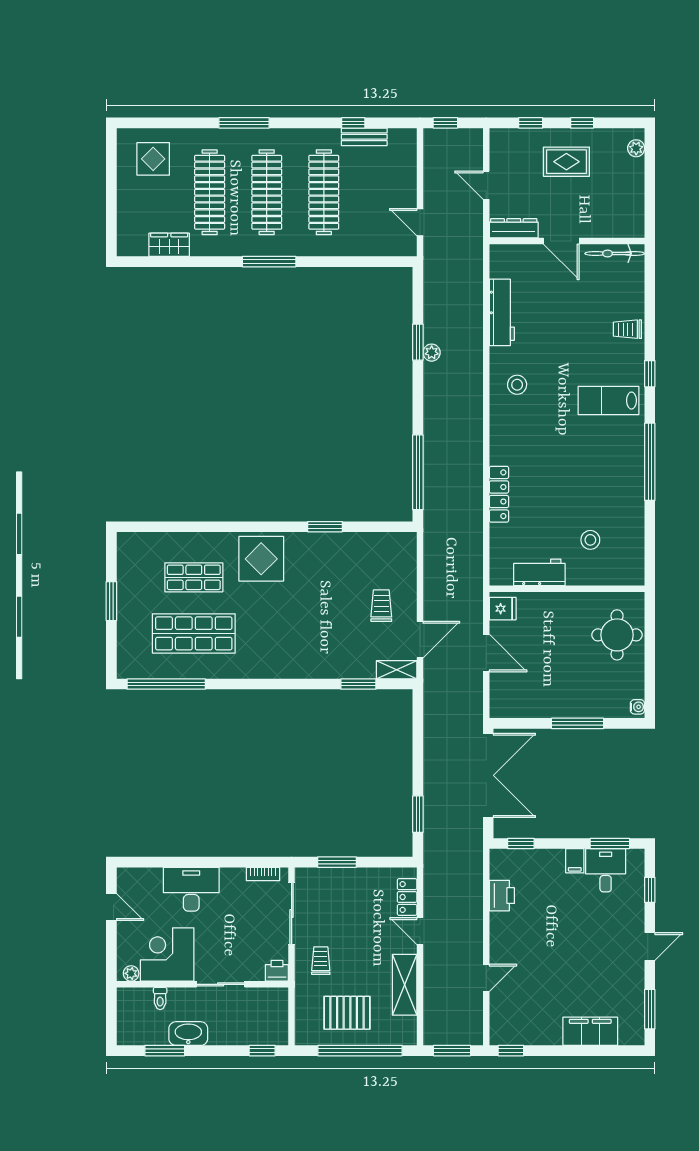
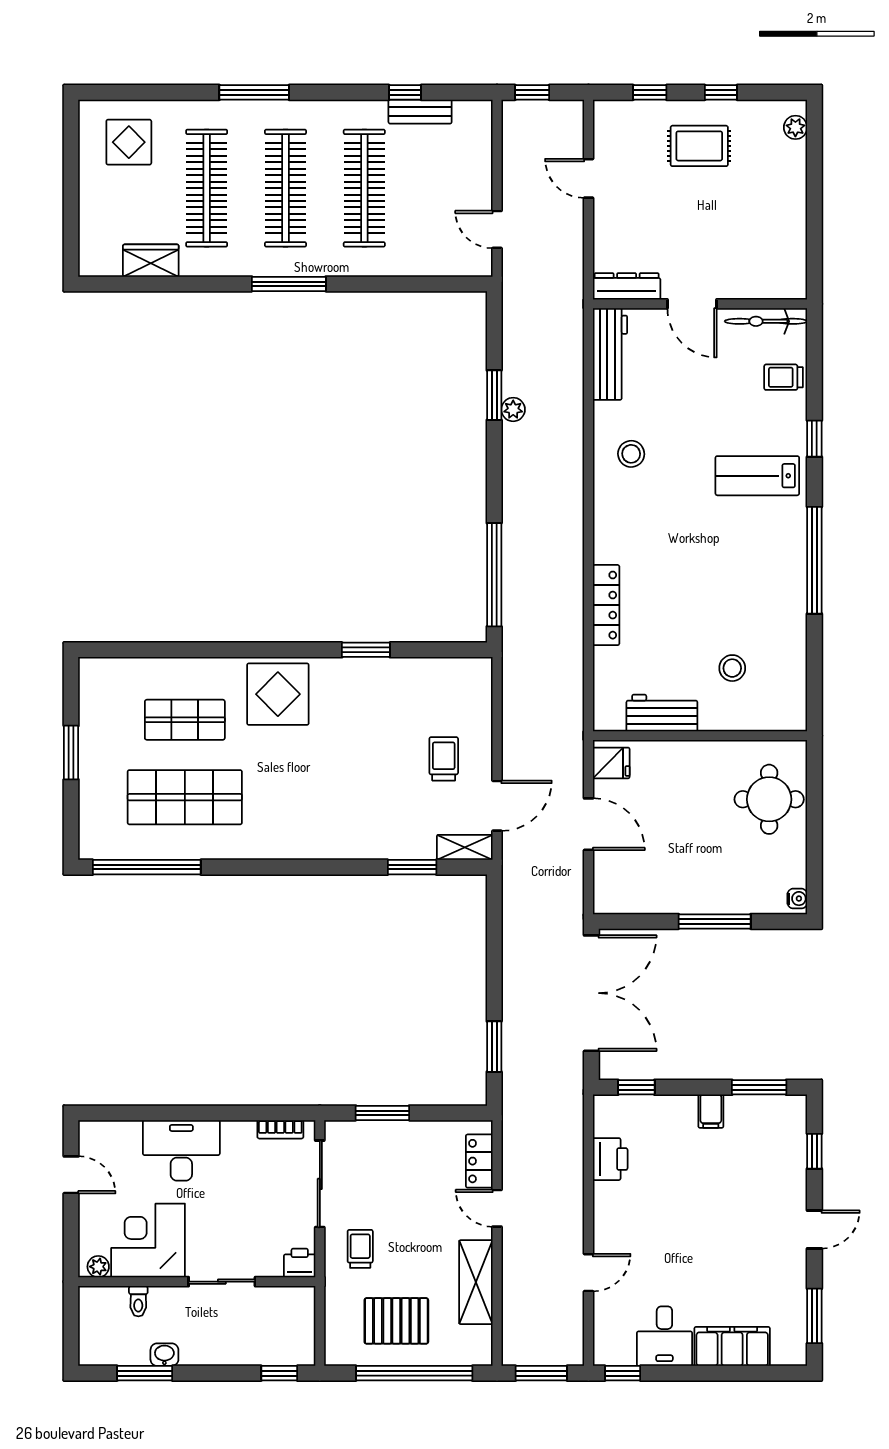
dresser: (514, 228) -> (627, 286), moved
door: (561, 241) -> (692, 304), moved
wall: (567, 241) -> (700, 304), moved
bicycle: (615, 253) -> (766, 321), moved
desk: (606, 870) -> (664, 1336), moved, turned 180
washbasin: (188, 1034) -> (164, 1355), width x0.52, depth x0.69

